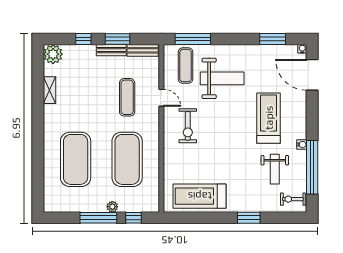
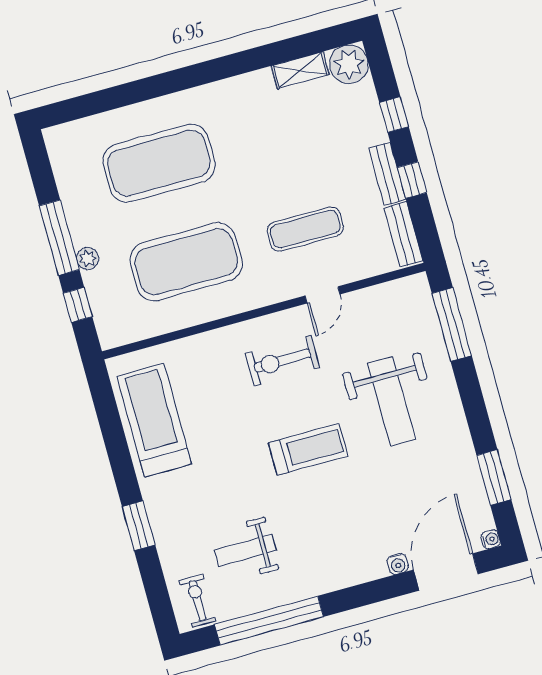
window: (118, 39) -> (412, 180), width x0.67
exercise mat: (186, 66) -> (397, 324), removed
shelving: (49, 90) -> (300, 70), moved
treadmill: (269, 118) -> (308, 449), moved, width x0.73, depth x0.73
water cooler: (302, 145) -> (398, 564), moved

